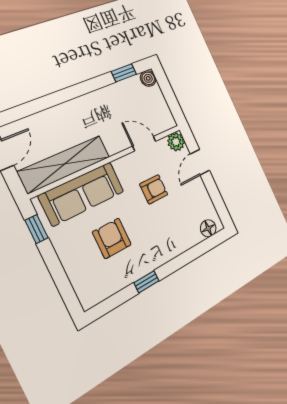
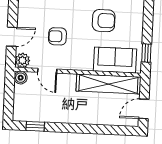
boiler: (148, 78) -> (21, 78), moved
sofa: (82, 193) -> (115, 60), width x0.73
armchair: (112, 238) -> (104, 21), turned -90

